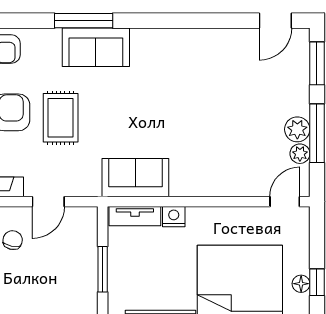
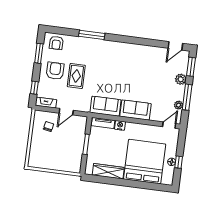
sofa: (96, 47) -> (135, 110), moved, turned 180
plant: (297, 129) -> (181, 79), moved

